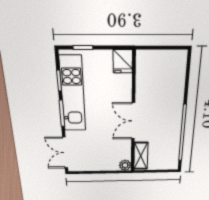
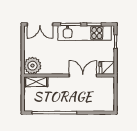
double door: (133, 121) -> (83, 75), moved
double door: (65, 153) -> (40, 24), swing flipped
plant: (125, 165) -> (33, 66), width x1.87, depth x1.87

